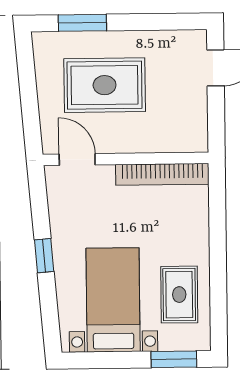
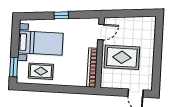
window: (82, 23) -> (158, 38), removed
rug: (105, 85) -> (122, 57), moved, turned 90

